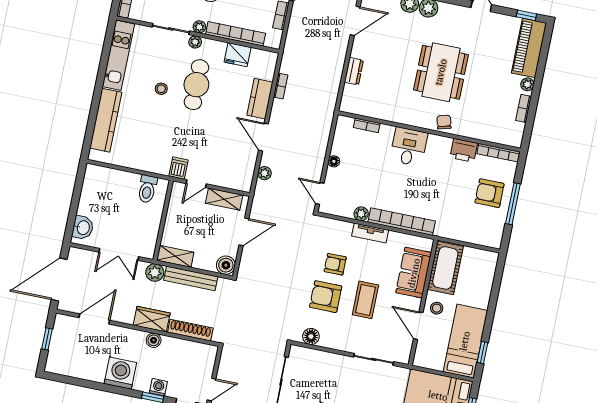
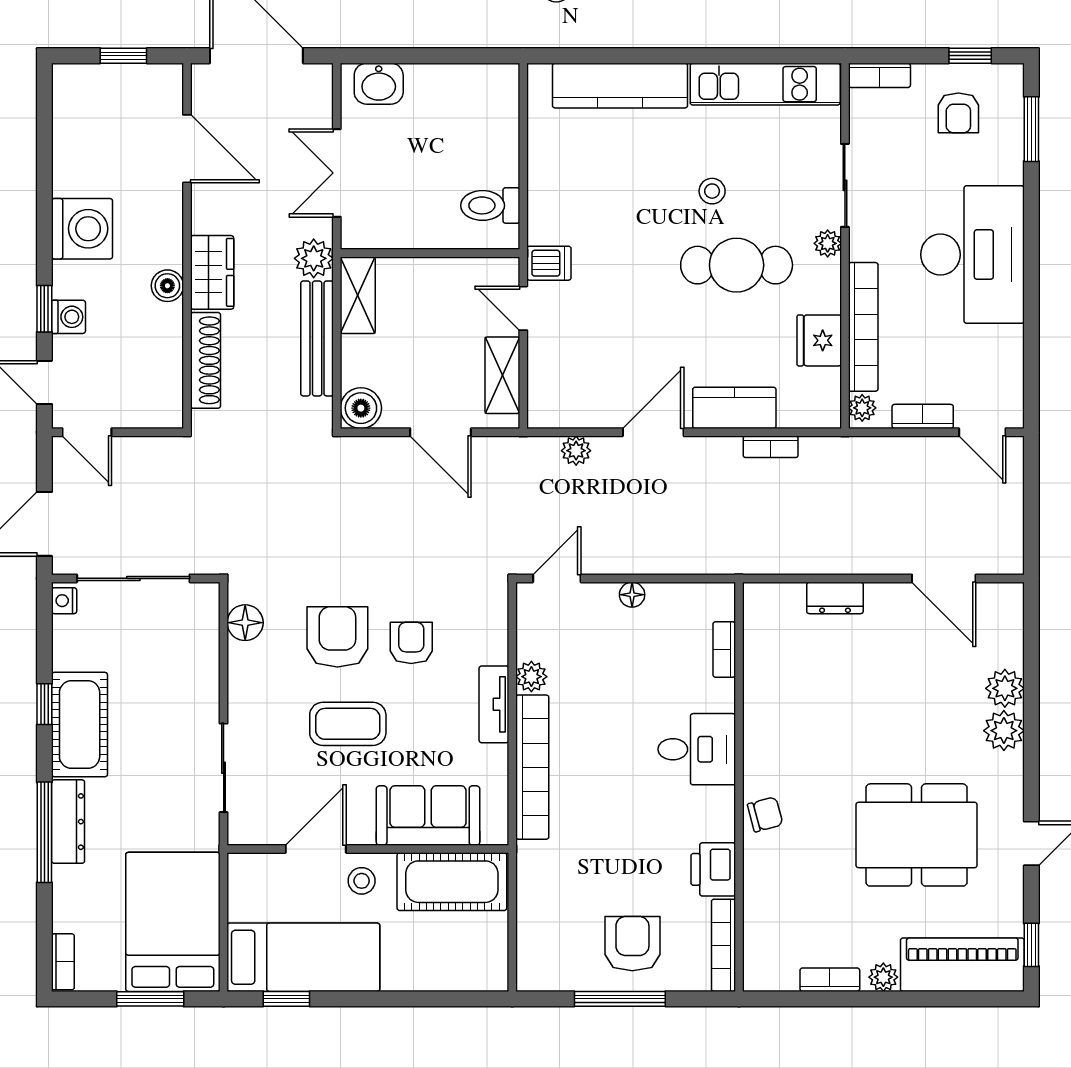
plant: (199, 27) -> (862, 408), moved
dining table: (441, 72) -> (917, 835), moved

